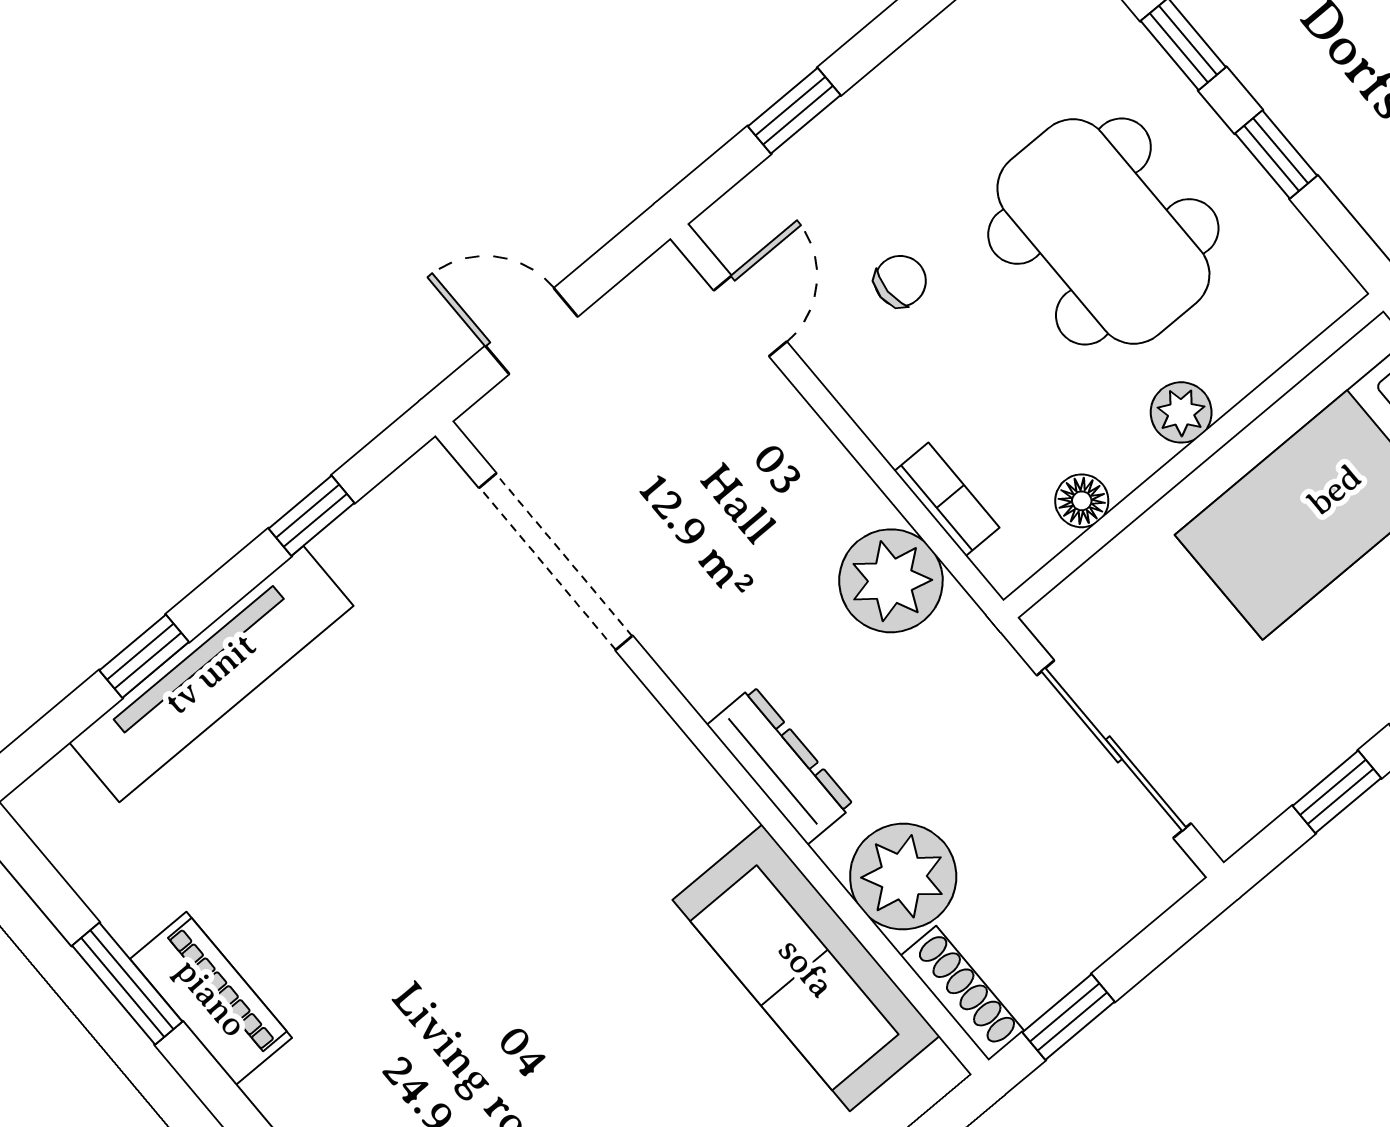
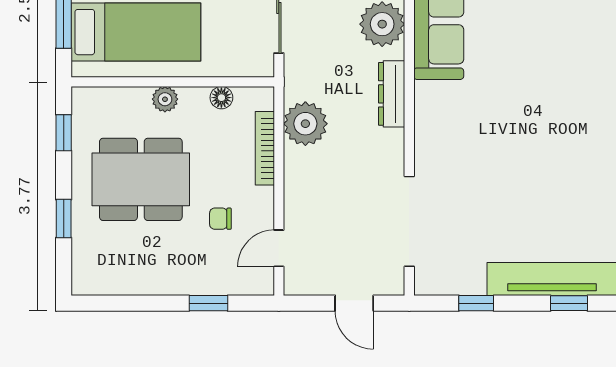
window: (1276, 155) -> (64, 133), moved
dining table: (1103, 232) -> (141, 179), turned 90
bookcase: (947, 499) -> (265, 148), width x1.56

